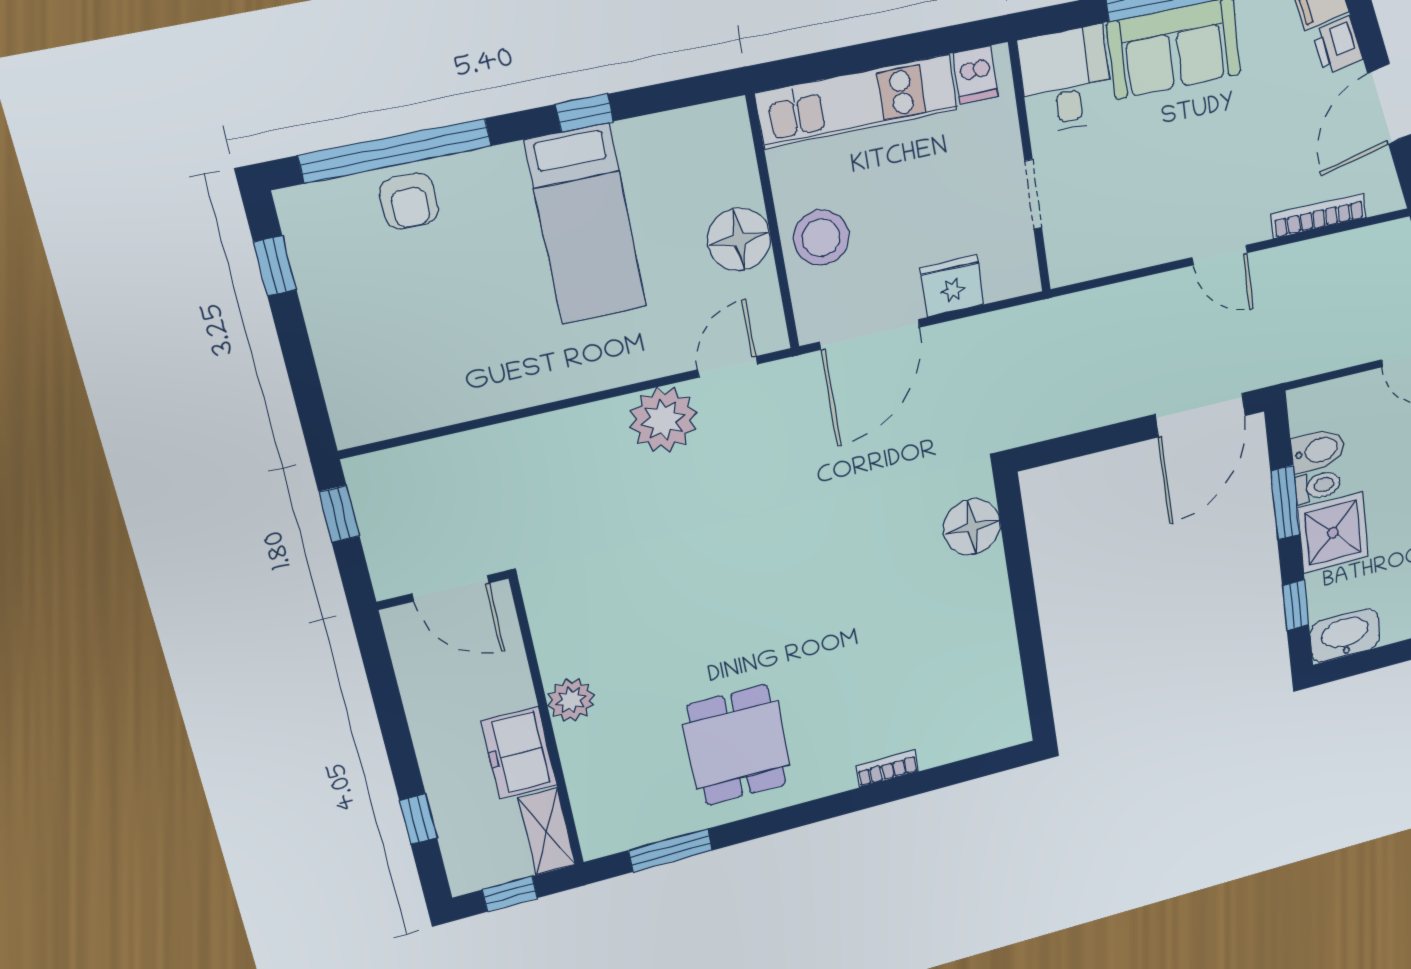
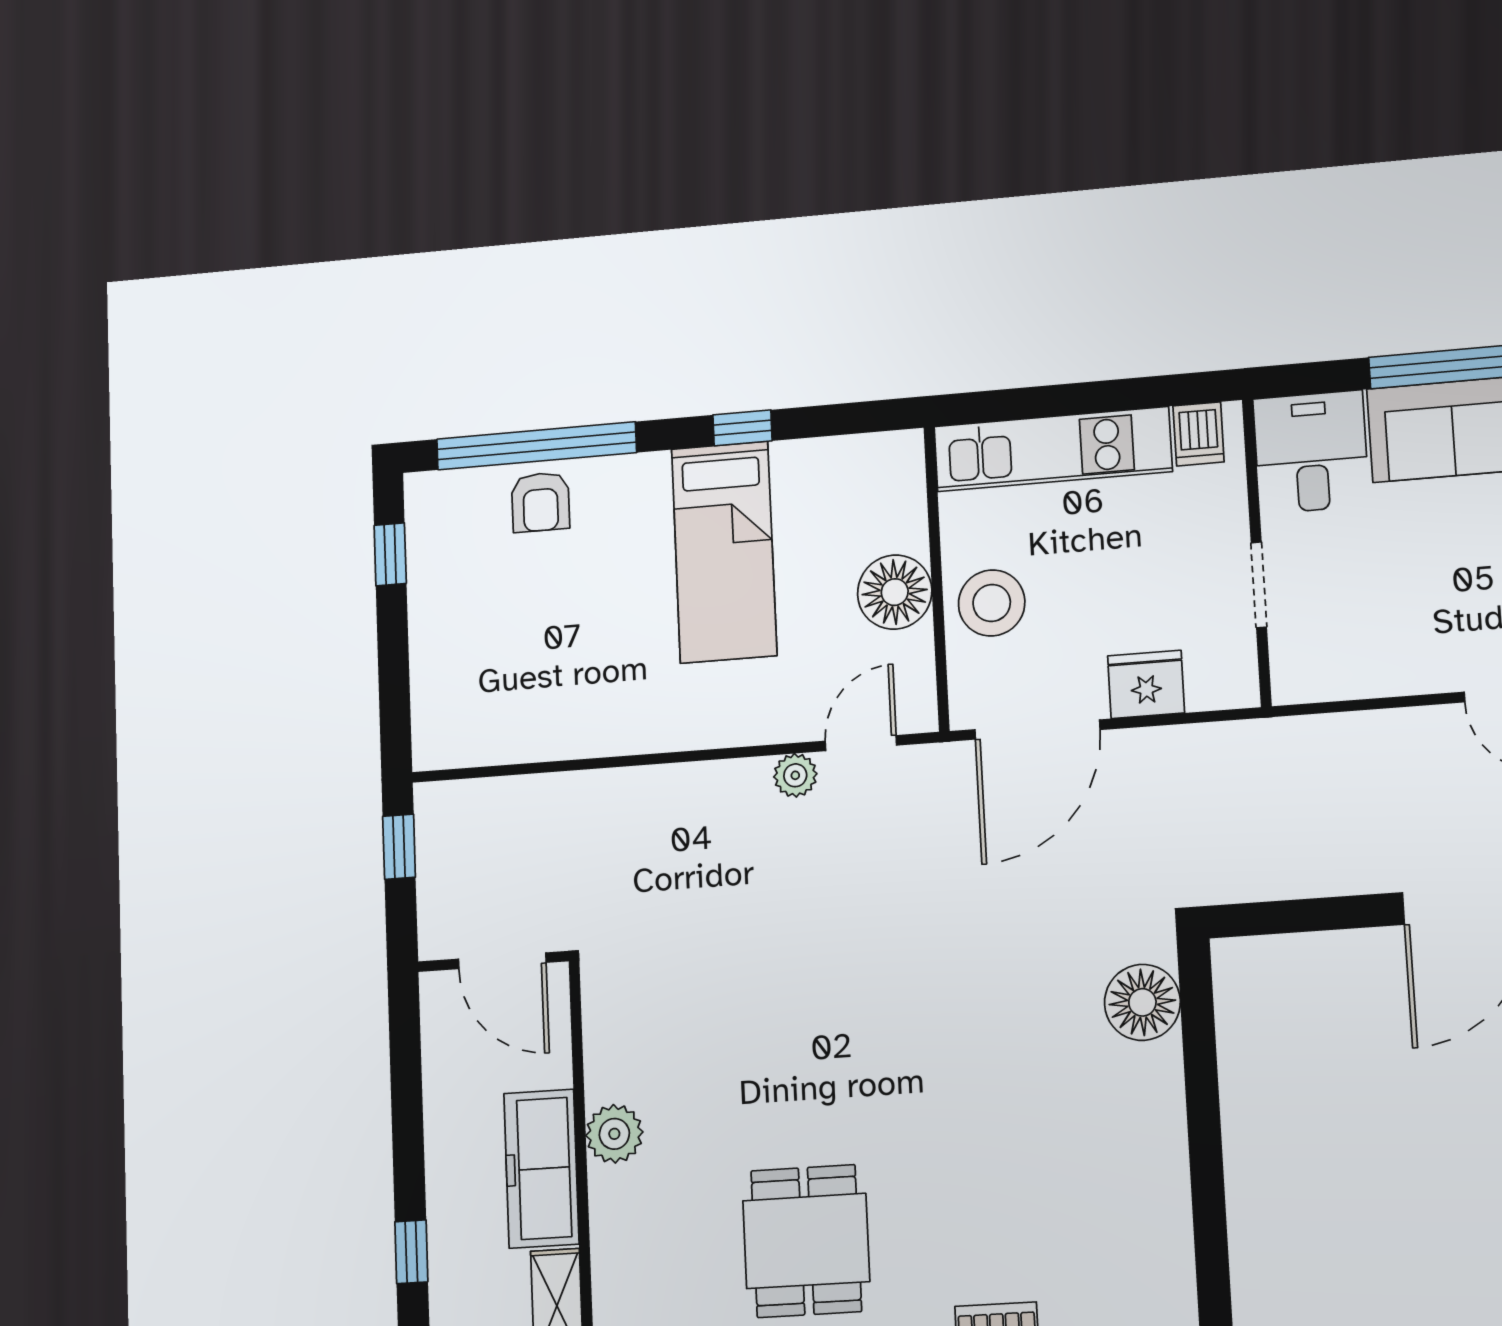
plant: (664, 420) -> (795, 775), width x0.53, depth x0.53
freezer: (519, 753) -> (541, 1169), width x1.40

